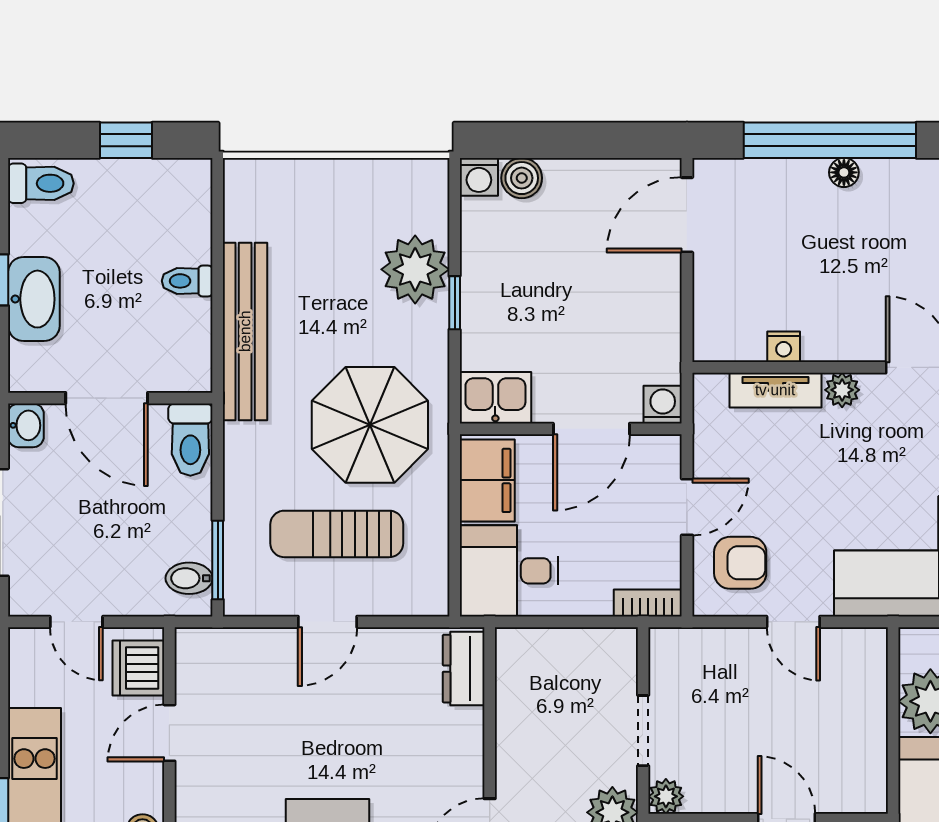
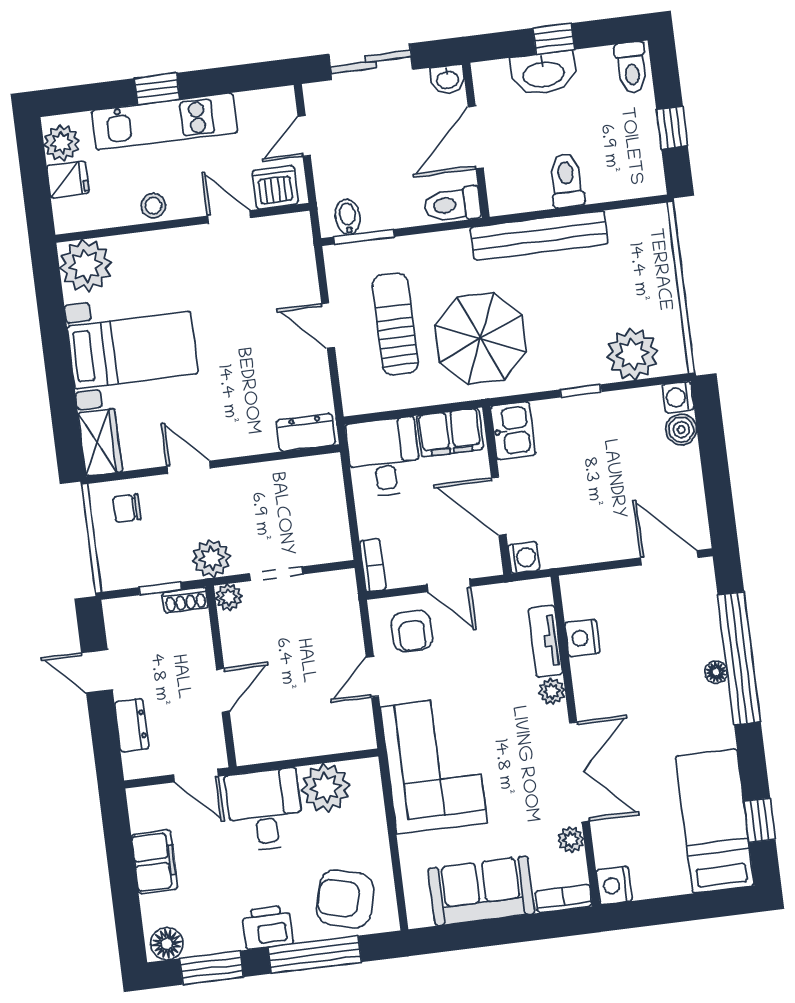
plant: (415, 269) -> (632, 354), moved
toilet: (187, 281) -> (566, 180), width x1.37, depth x1.39
nightstand: (784, 347) -> (582, 638), width x1.39, depth x1.35

